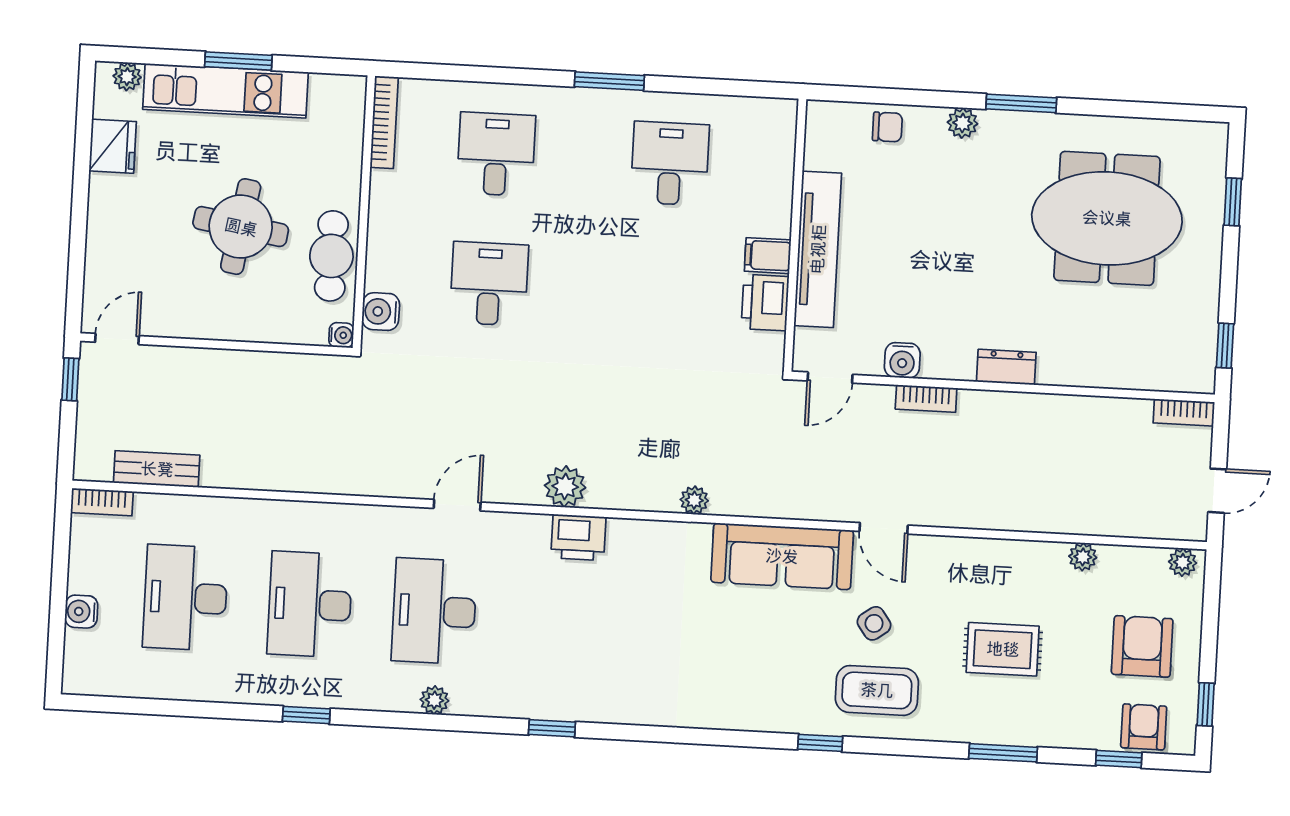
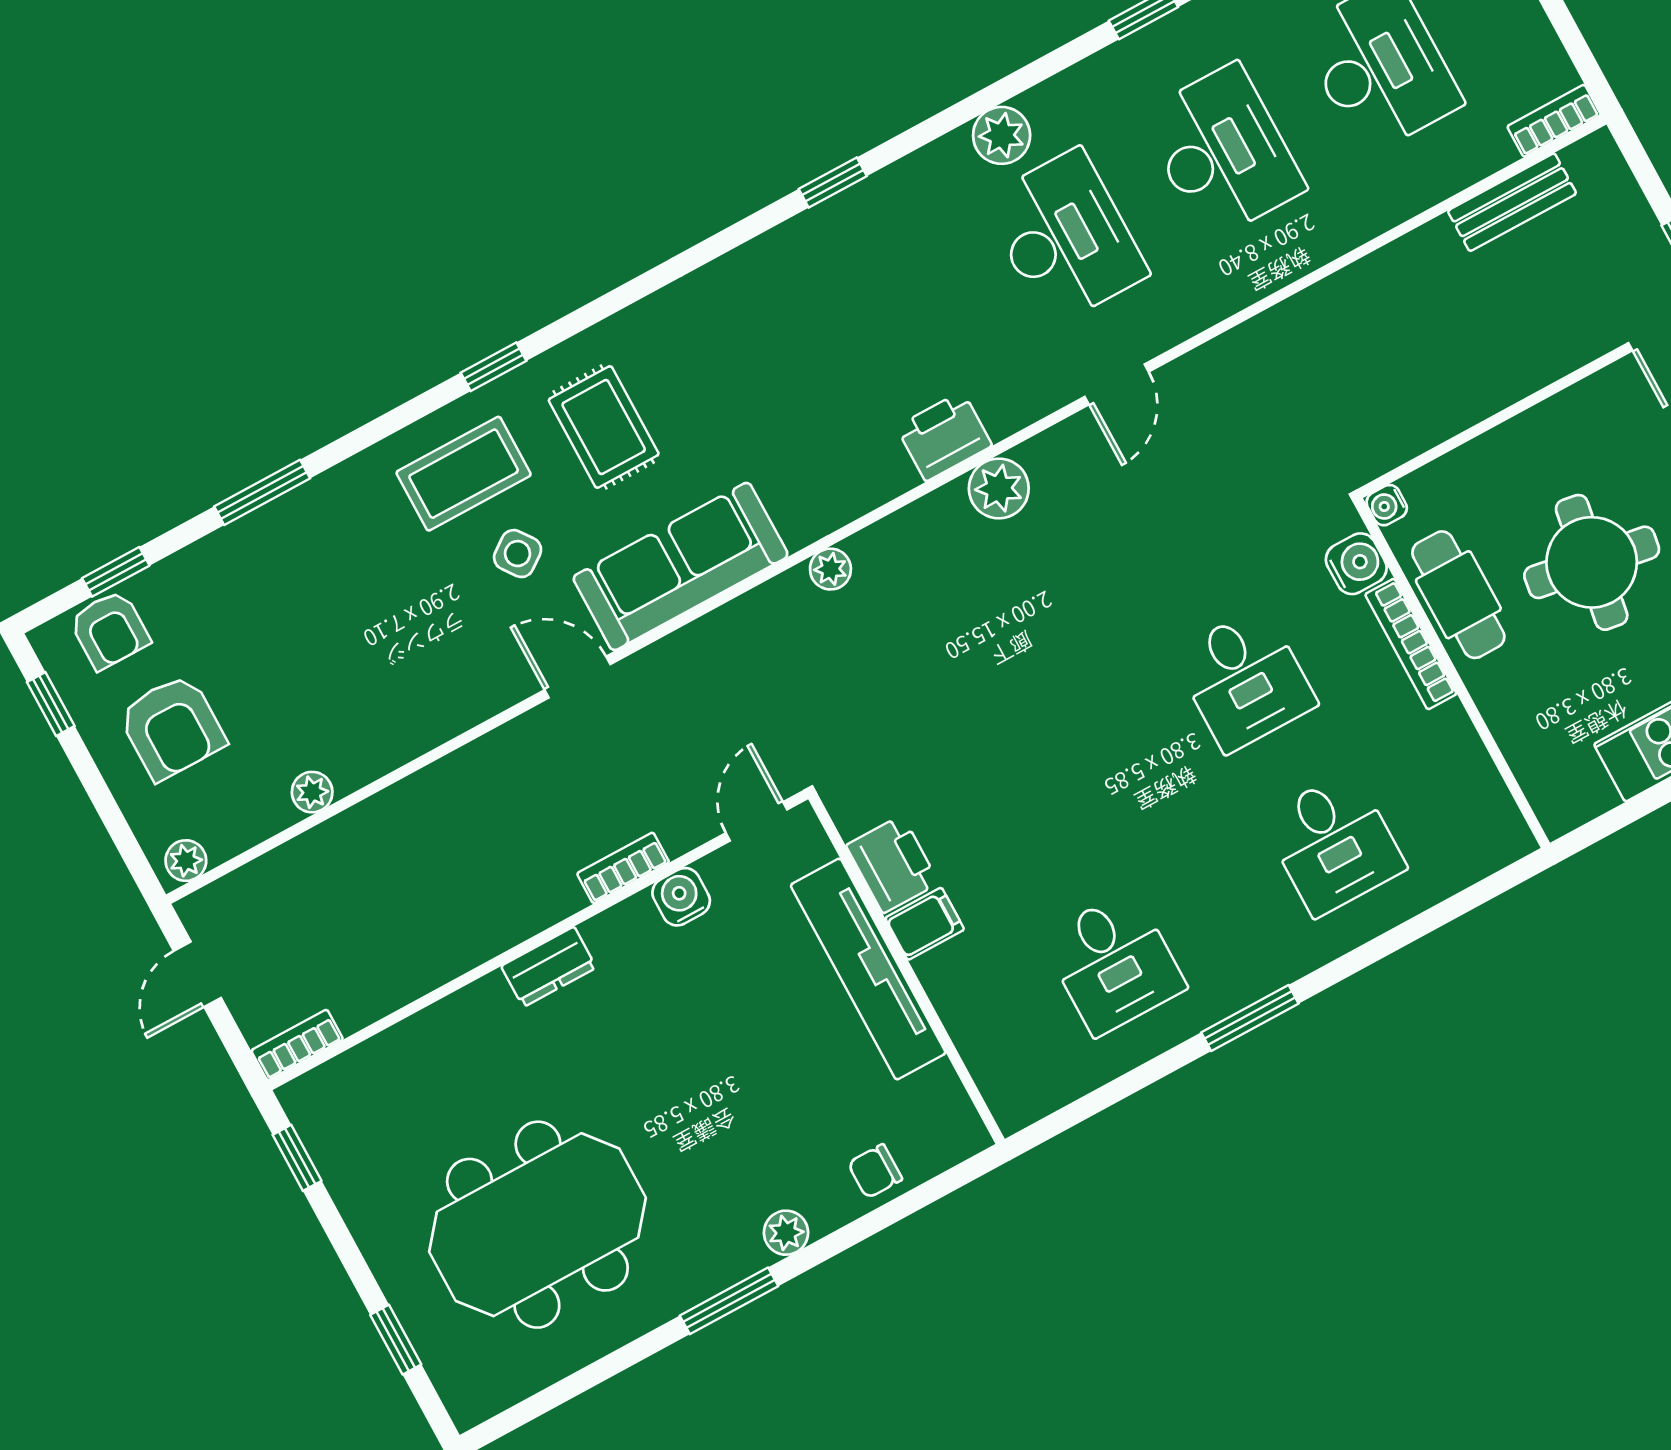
bookcase: (384, 122) -> (1411, 644), moved
rug: (1003, 649) -> (604, 427), moved, turned 90
plant: (434, 700) -> (1002, 135), width x1.38, depth x1.38

